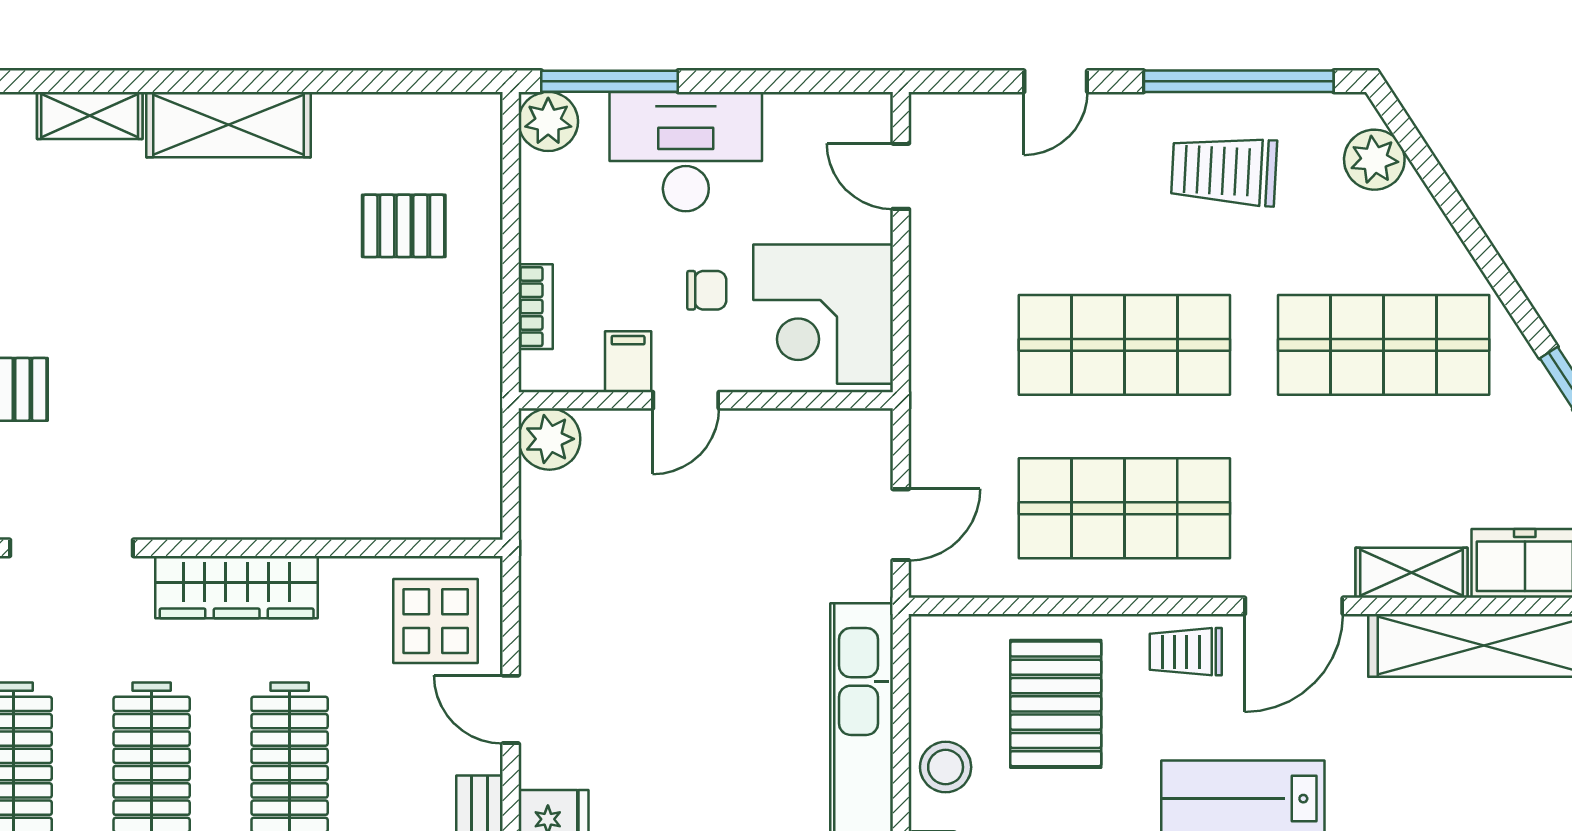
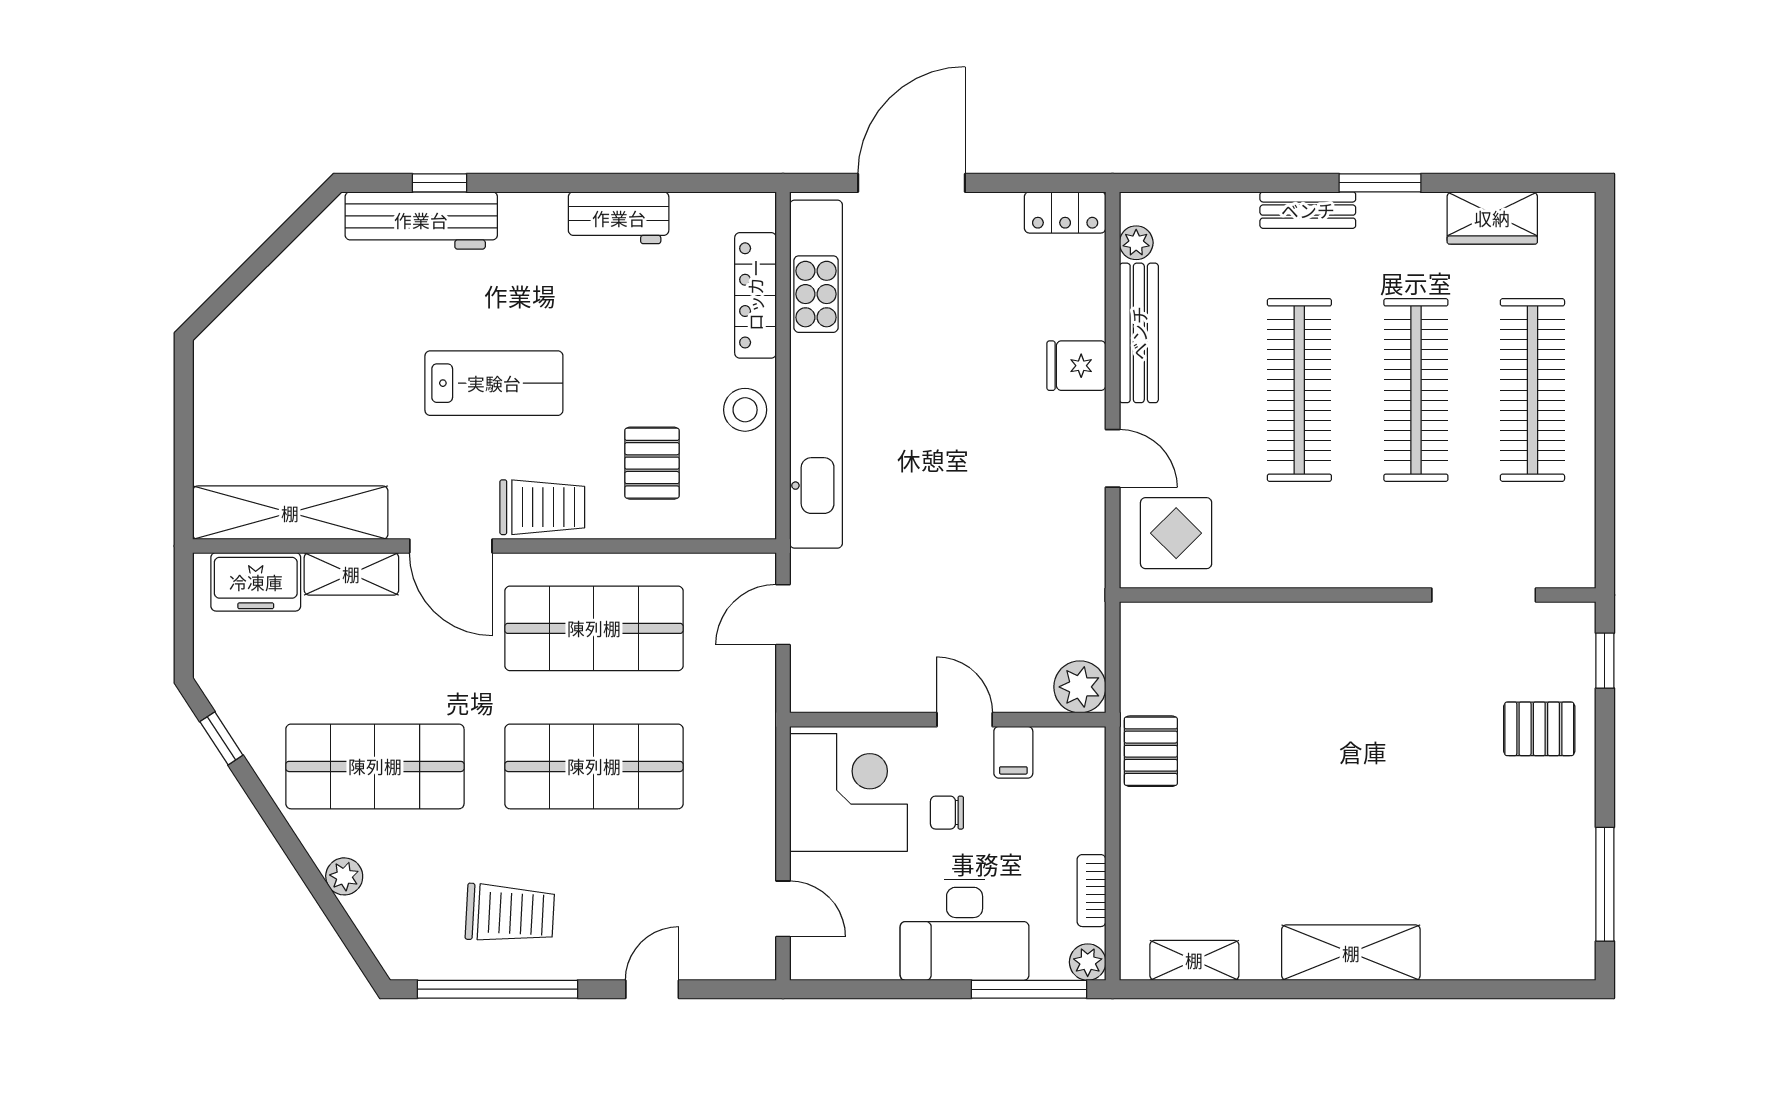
shelving: (90, 115) -> (1194, 960), moved
plant: (548, 121) -> (1088, 962), width x0.73, depth x0.73
plant: (1374, 160) -> (344, 876), moved, width x0.73, depth x0.73
pallet: (404, 226) -> (1151, 751), moved, turned 90
bookcase: (536, 307) -> (1092, 891), moved
door: (686, 400) -> (965, 720), hinge flipped
wardrobe: (237, 587) -> (1344, 562), removed
door: (1294, 606) -> (451, 546), swing flipped
trolley: (1186, 652) -> (542, 507), width x1.36, depth x1.39
pallet: (1056, 704) -> (652, 463), width x0.67, depth x0.71

